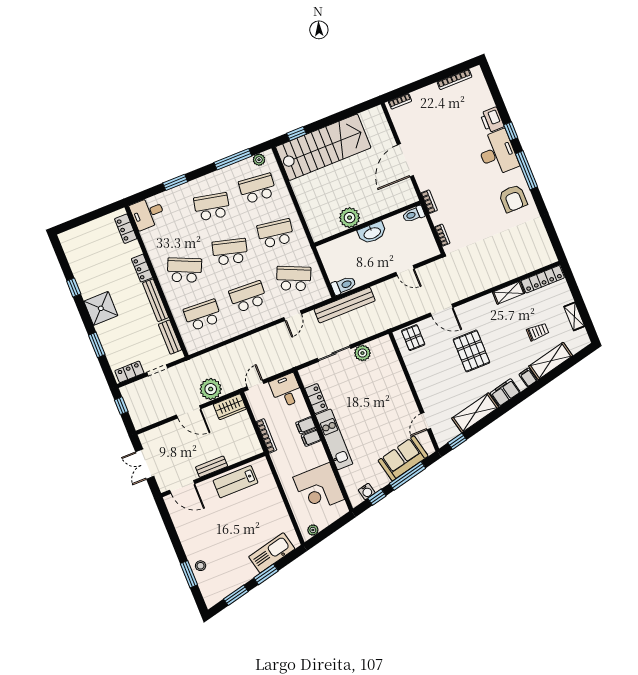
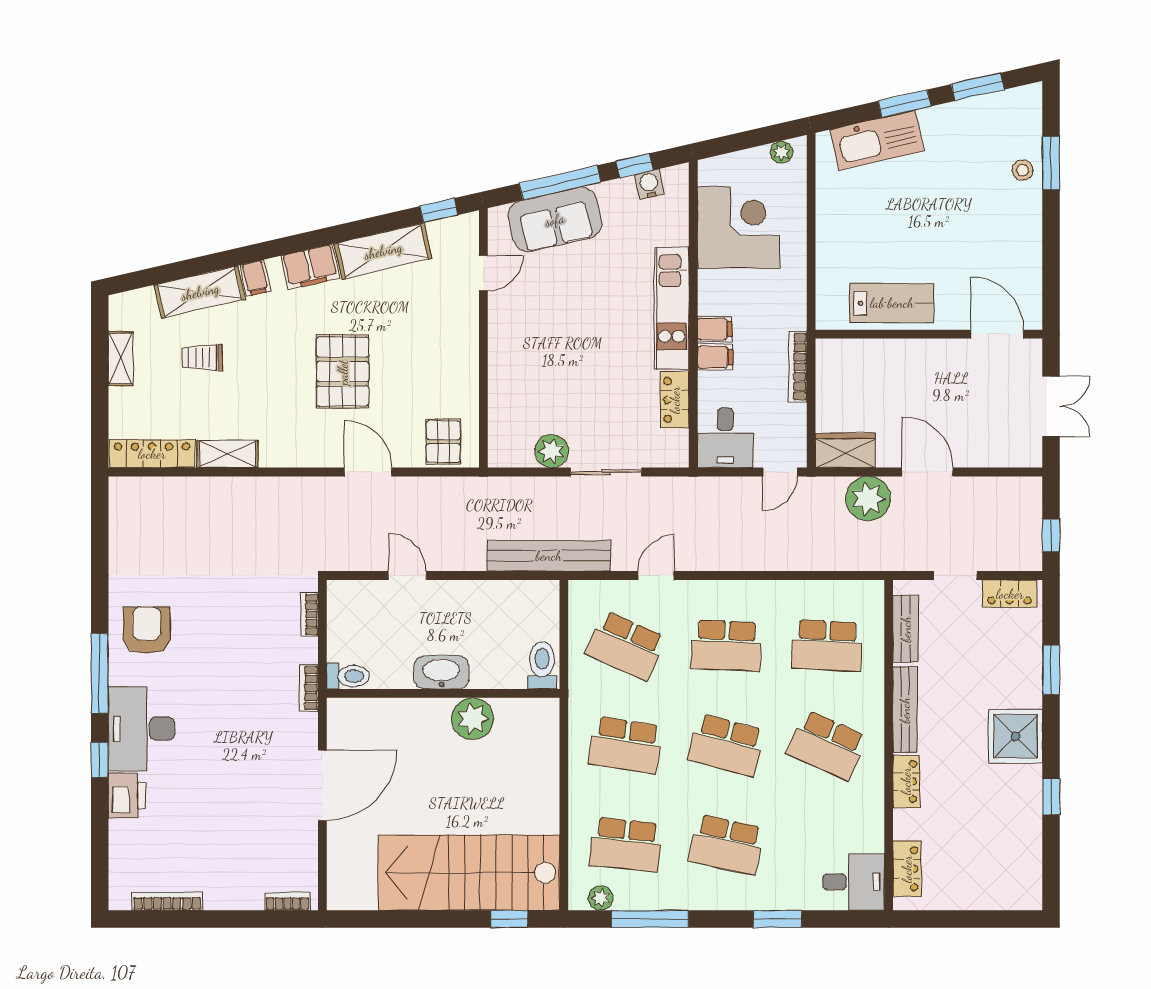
toilet: (344, 285) -> (542, 665), moved, turned 90
bench: (212, 467) -> (926, 350), removed

